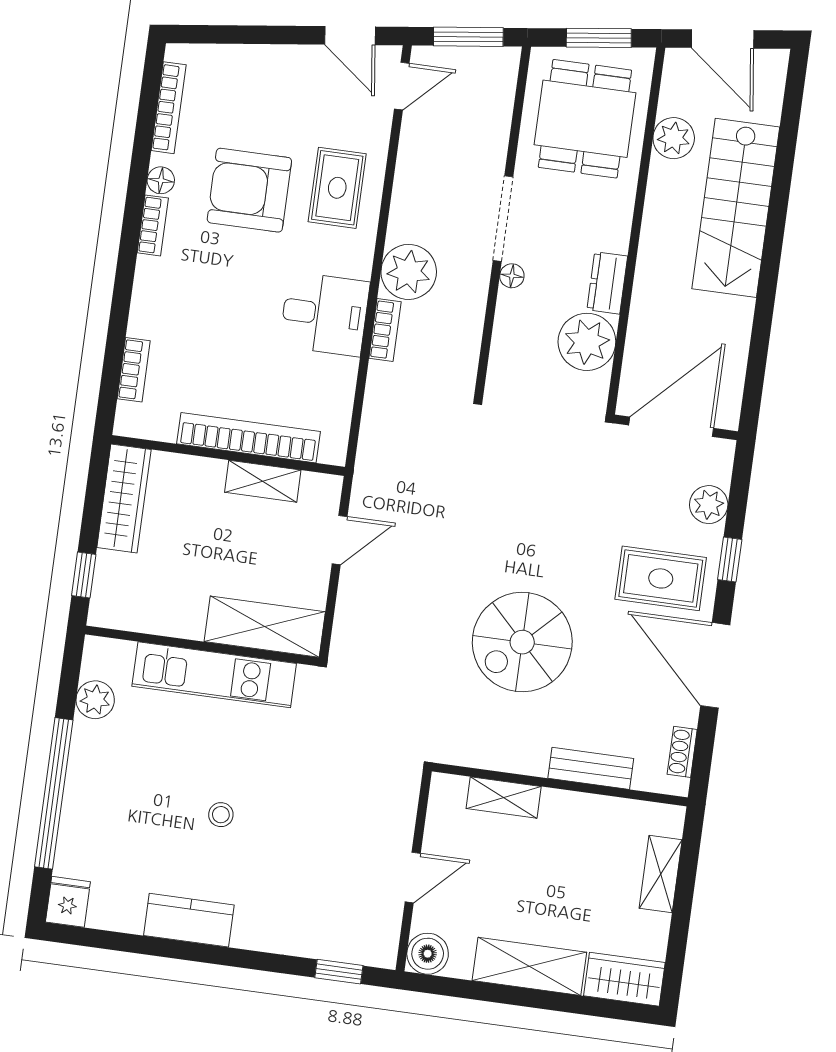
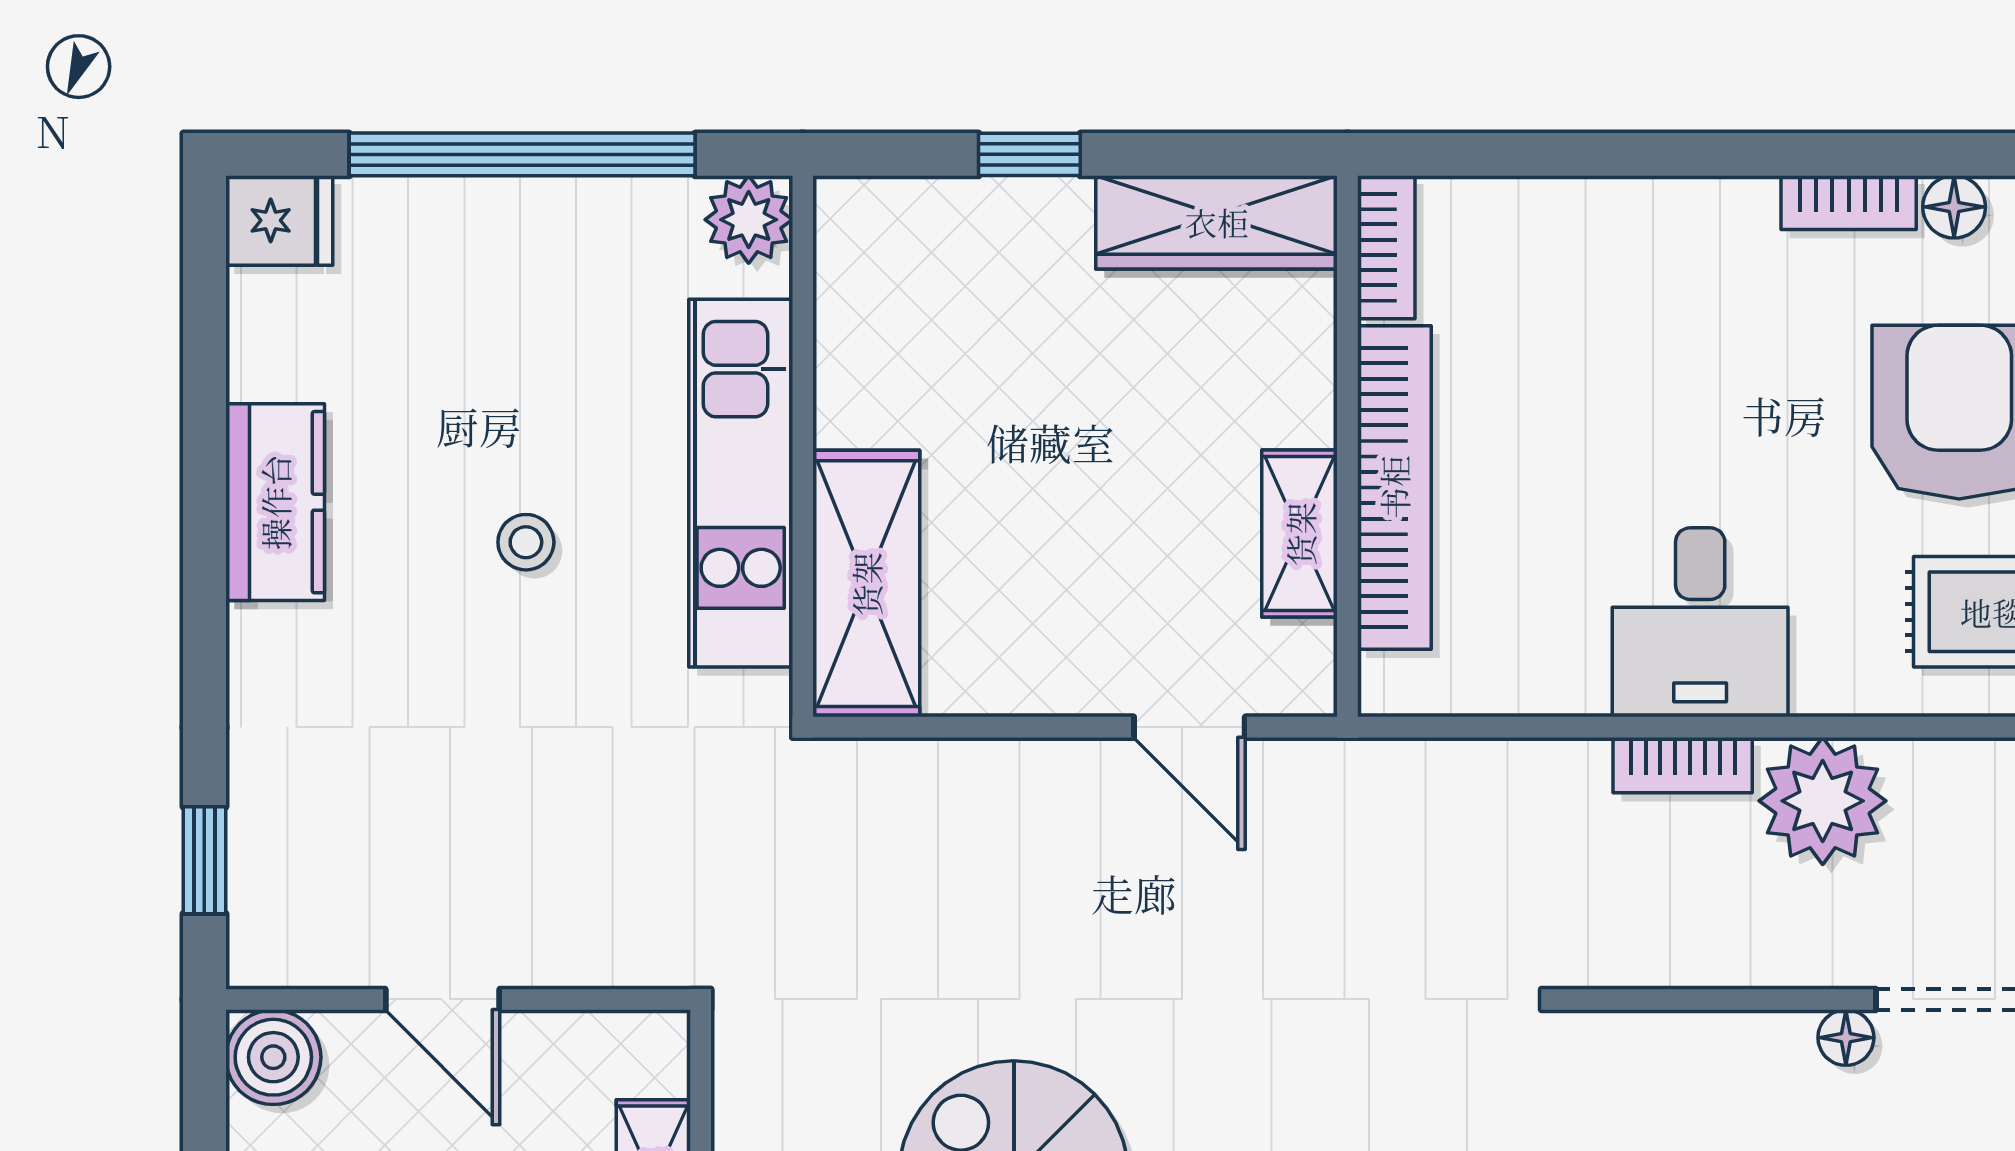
bookcase: (134, 370) -> (1386, 247), moved, turned -90
shelving: (265, 627) -> (866, 584), moved
wall: (202, 646) -> (803, 446), moved
kitchen unit: (214, 675) -> (741, 483), moved

